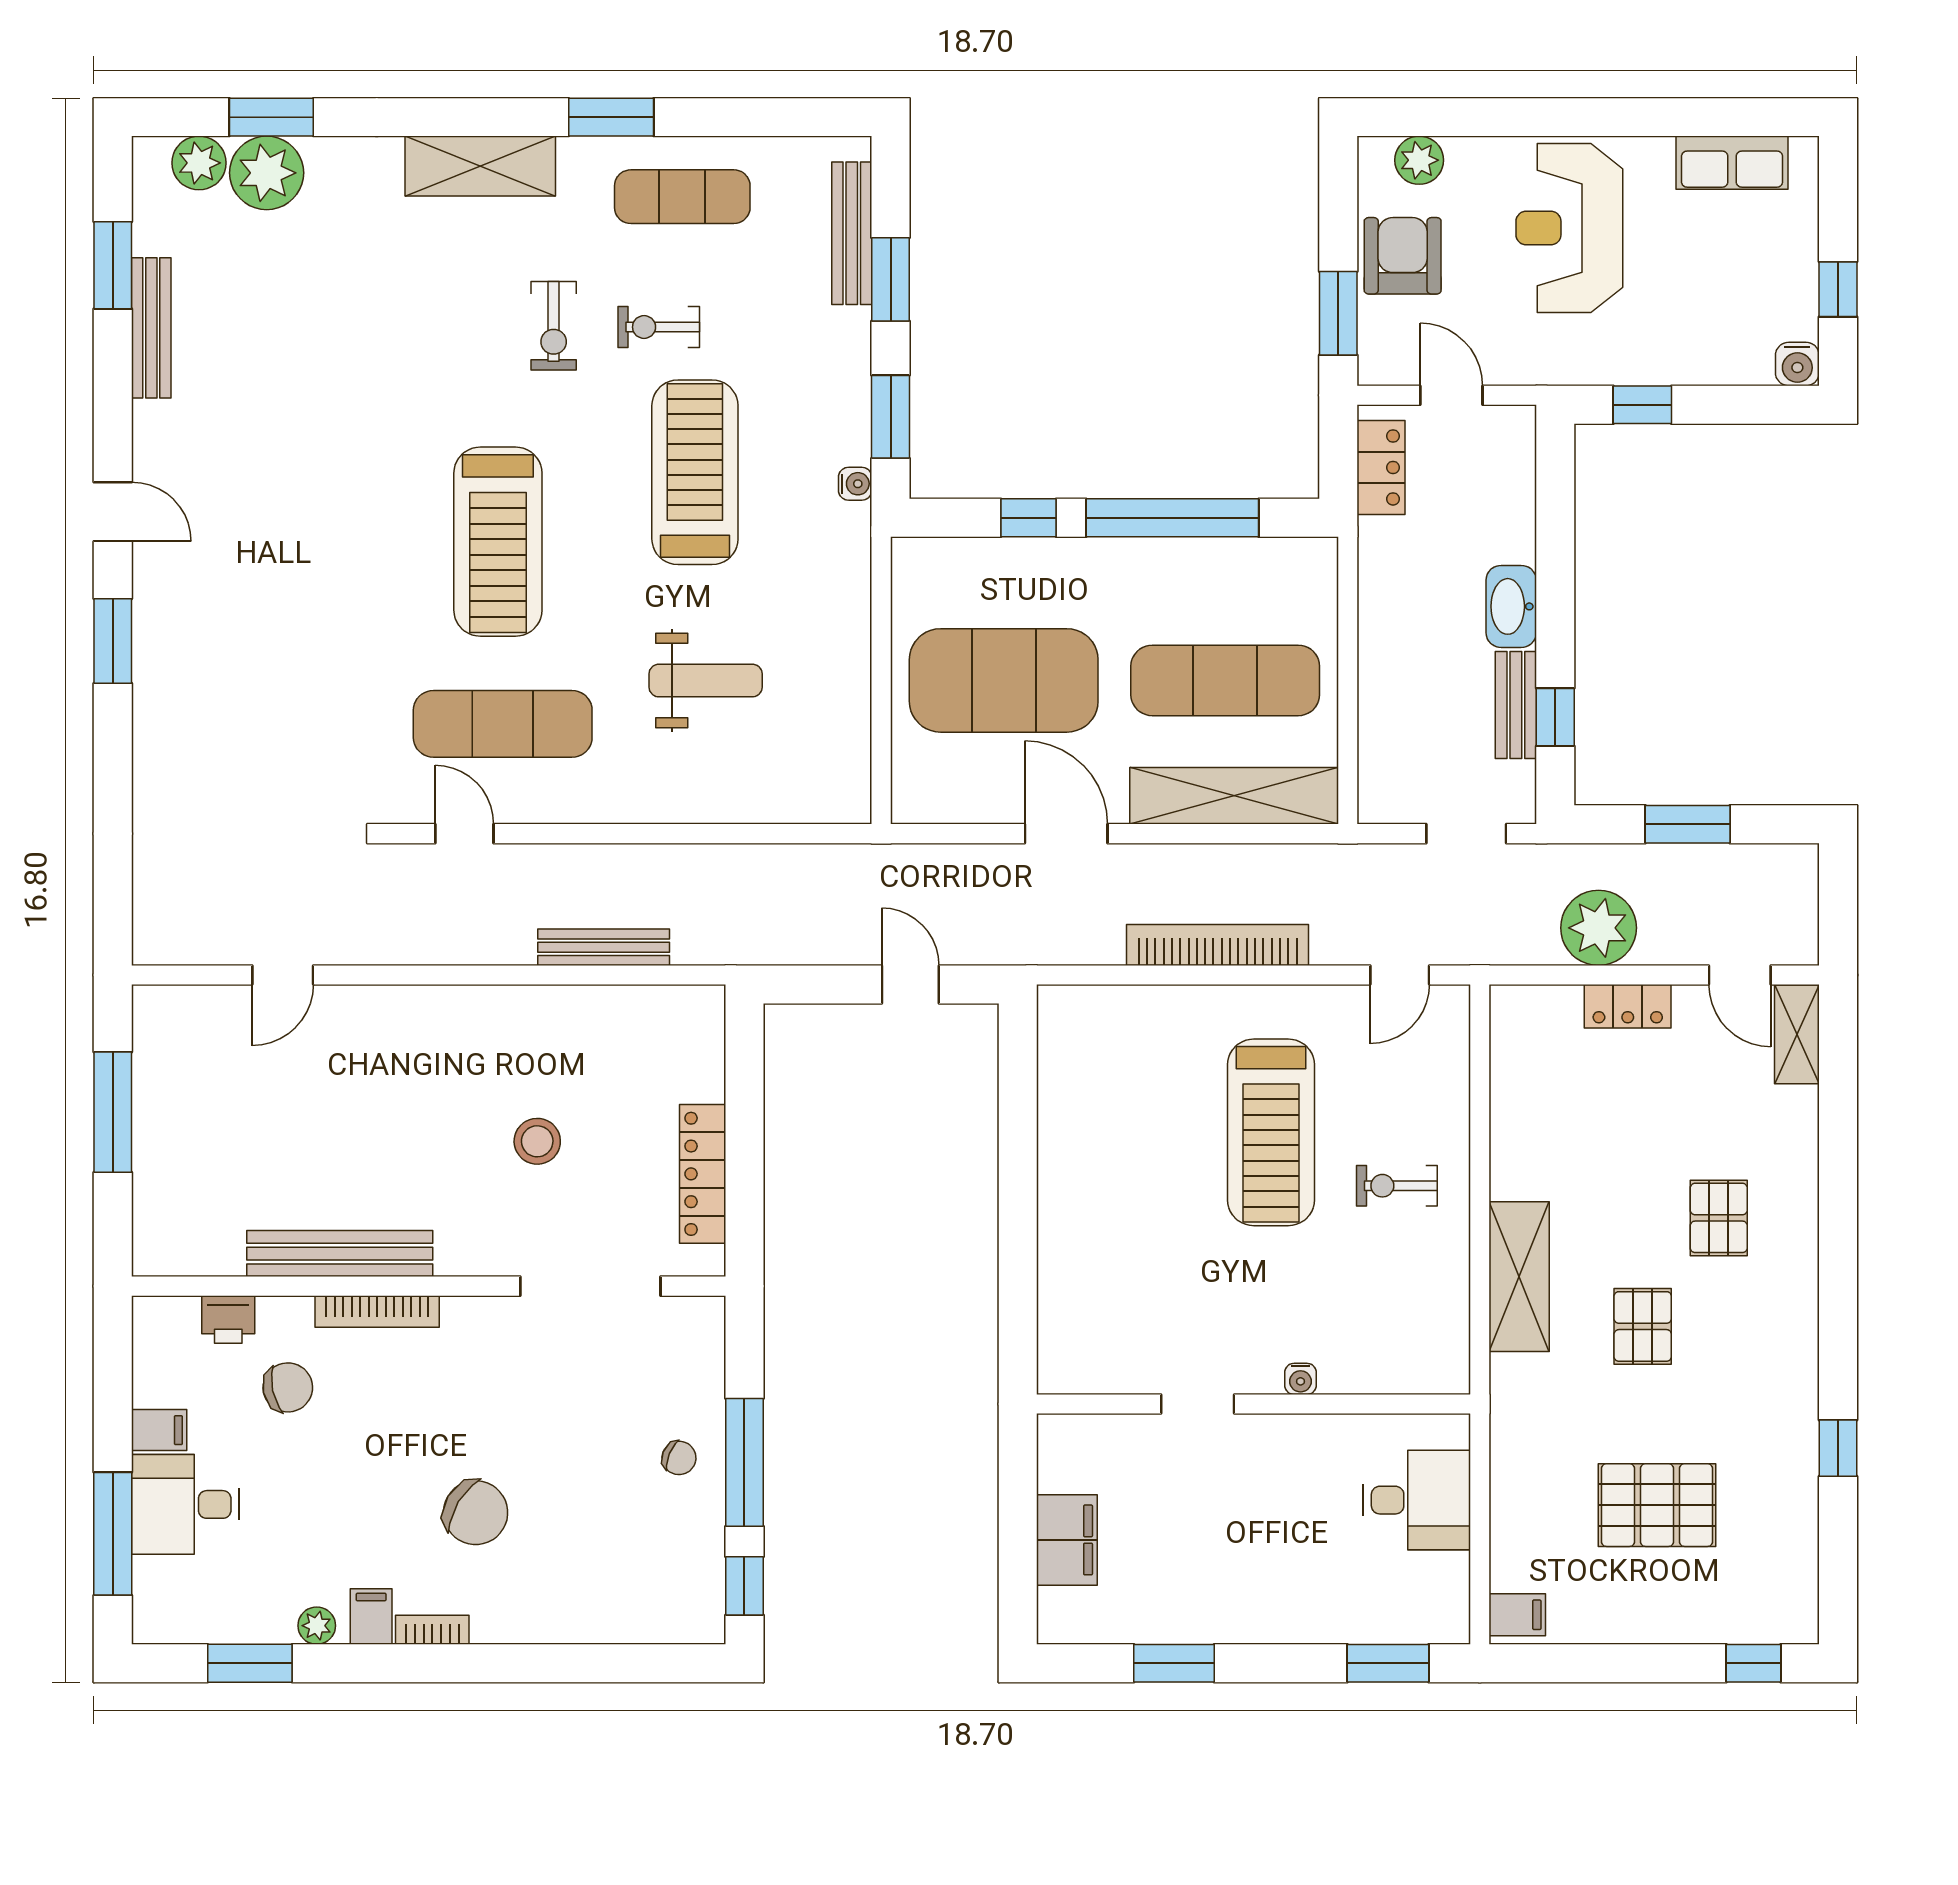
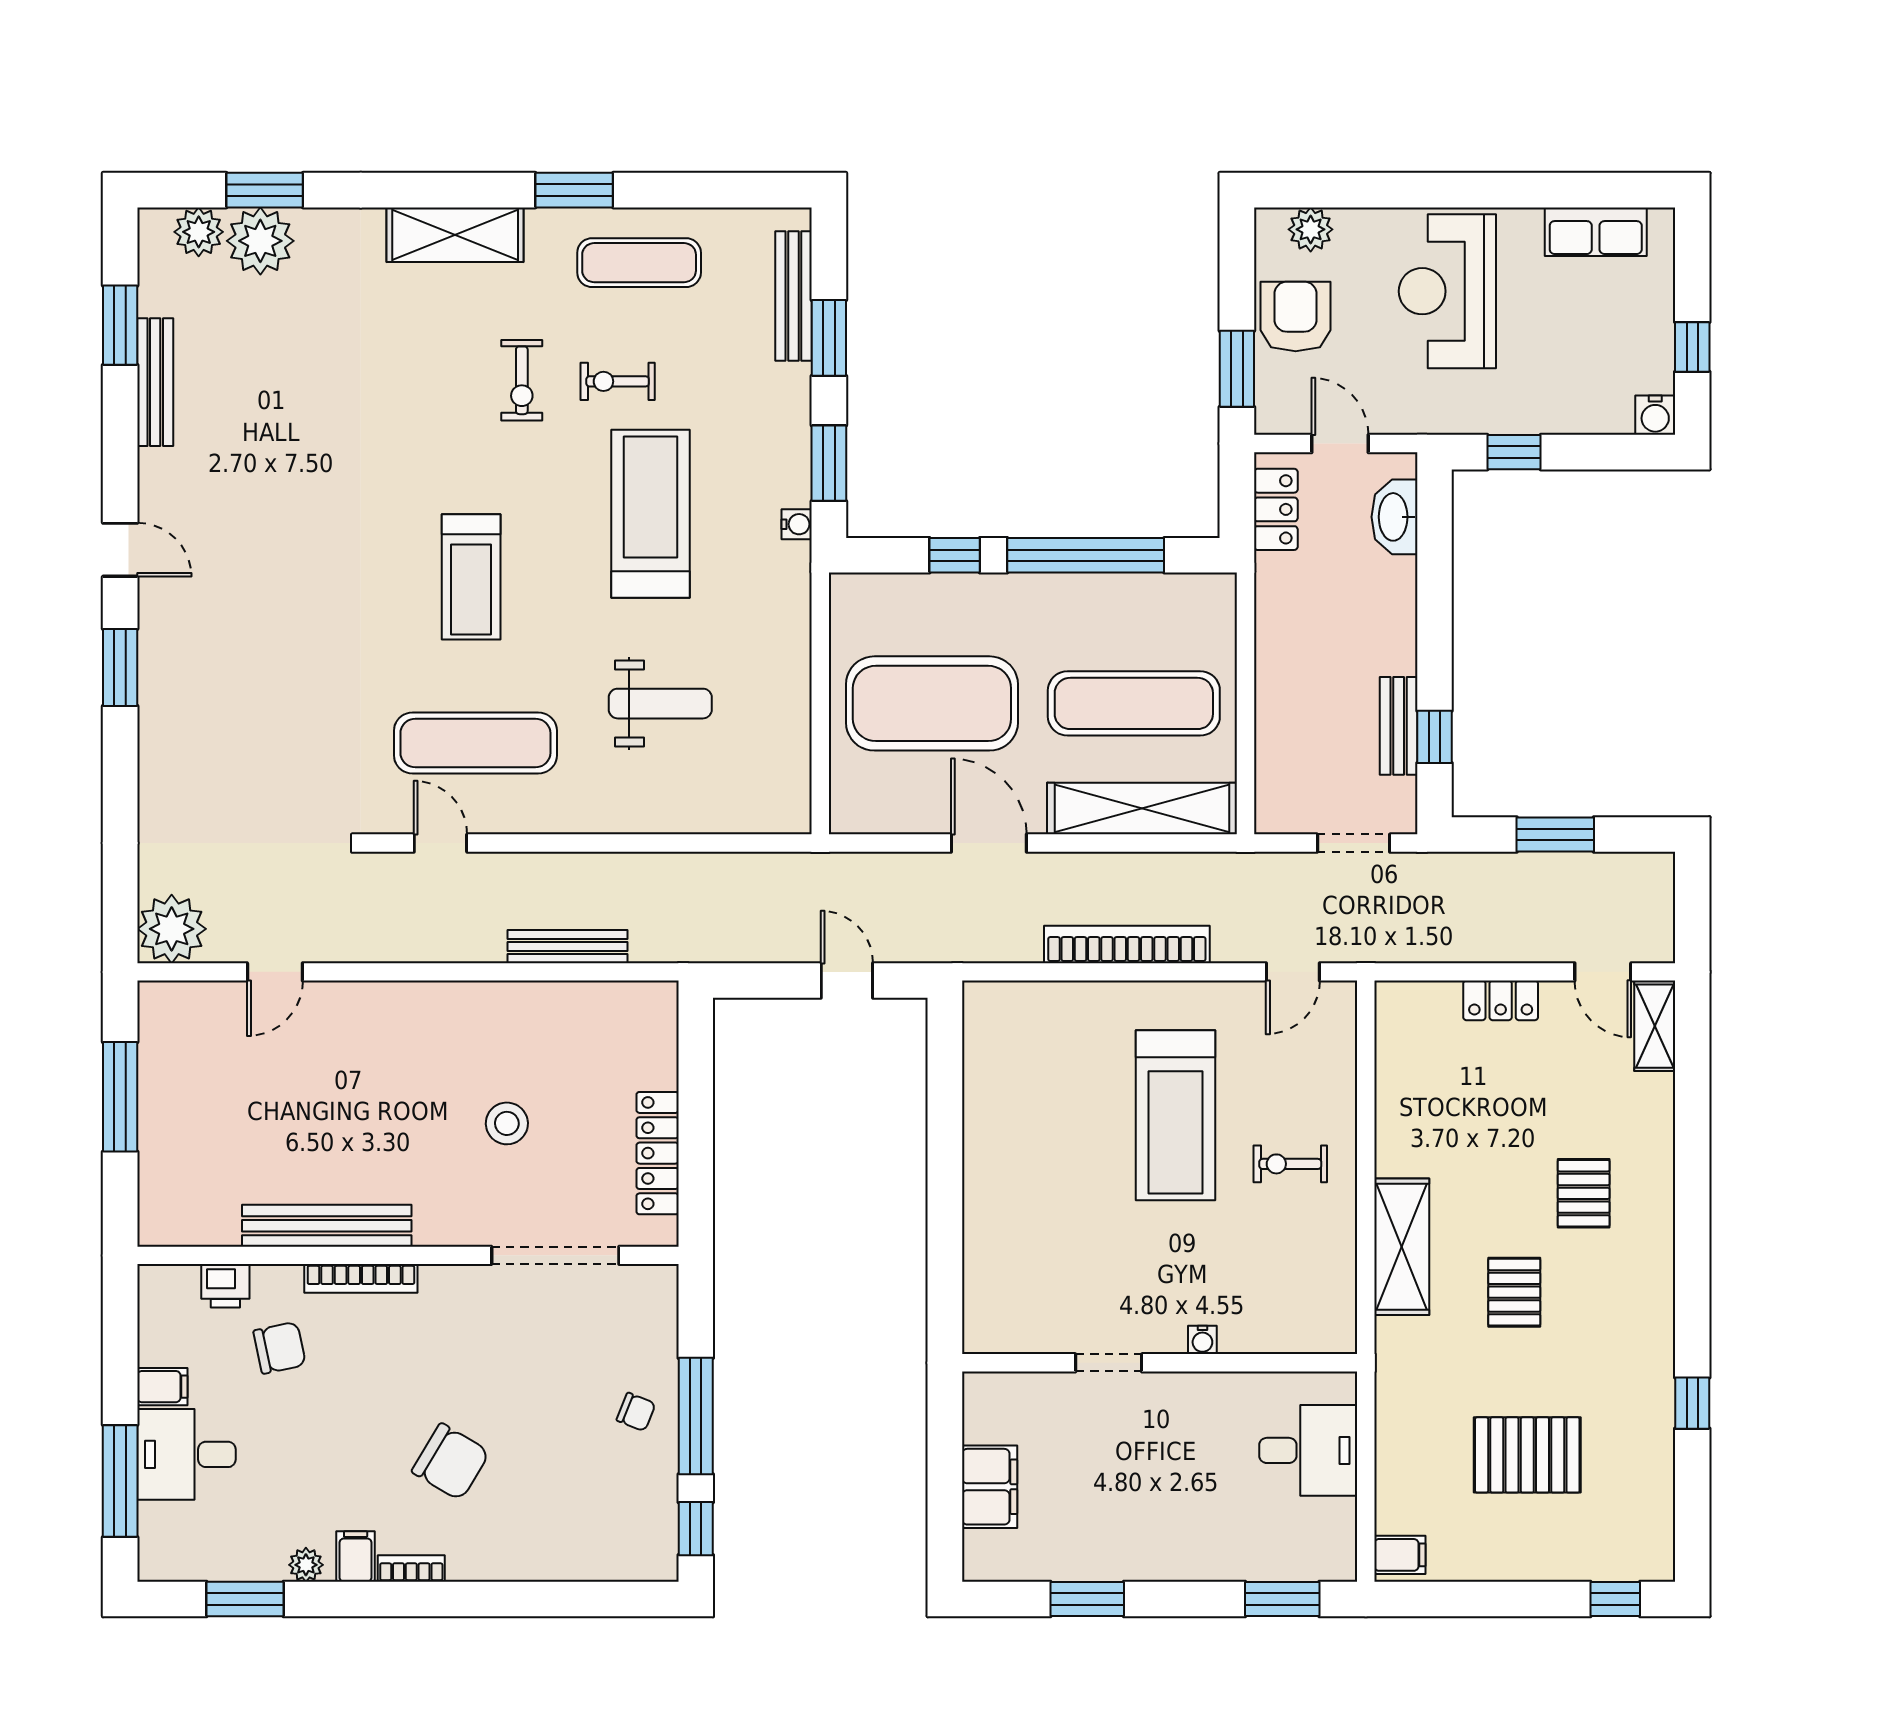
treadmill: (498, 542) -> (471, 577), width x0.73, depth x0.73
washbasin: (1511, 606) -> (1394, 517), moved
plant: (1599, 928) -> (172, 929), moved

